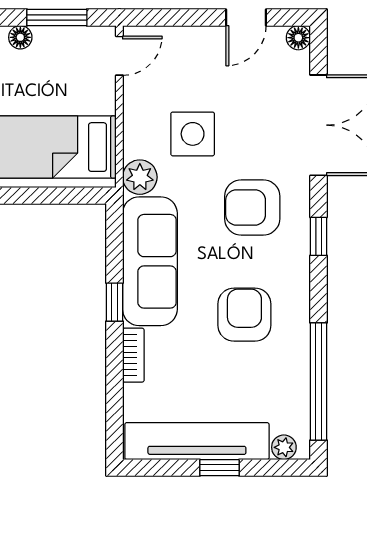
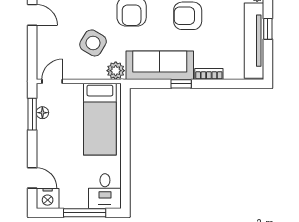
floor lamp: (20, 37) -> (42, 113), moved
door: (119, 56) -> (52, 81), hinge flipped
side table: (193, 134) -> (93, 43), turned 31

